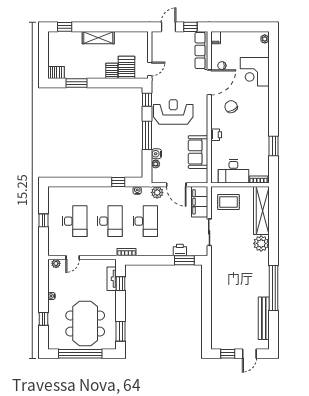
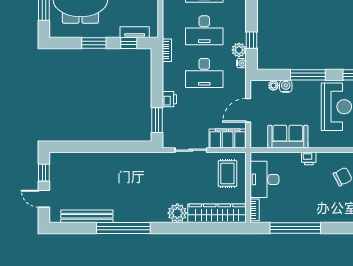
window: (274, 146) -> (295, 228), width x2.11
plant: (157, 192) -> (239, 50), moved
printer: (180, 250) -> (169, 99), moved
window: (121, 331) -> (94, 43), moved

